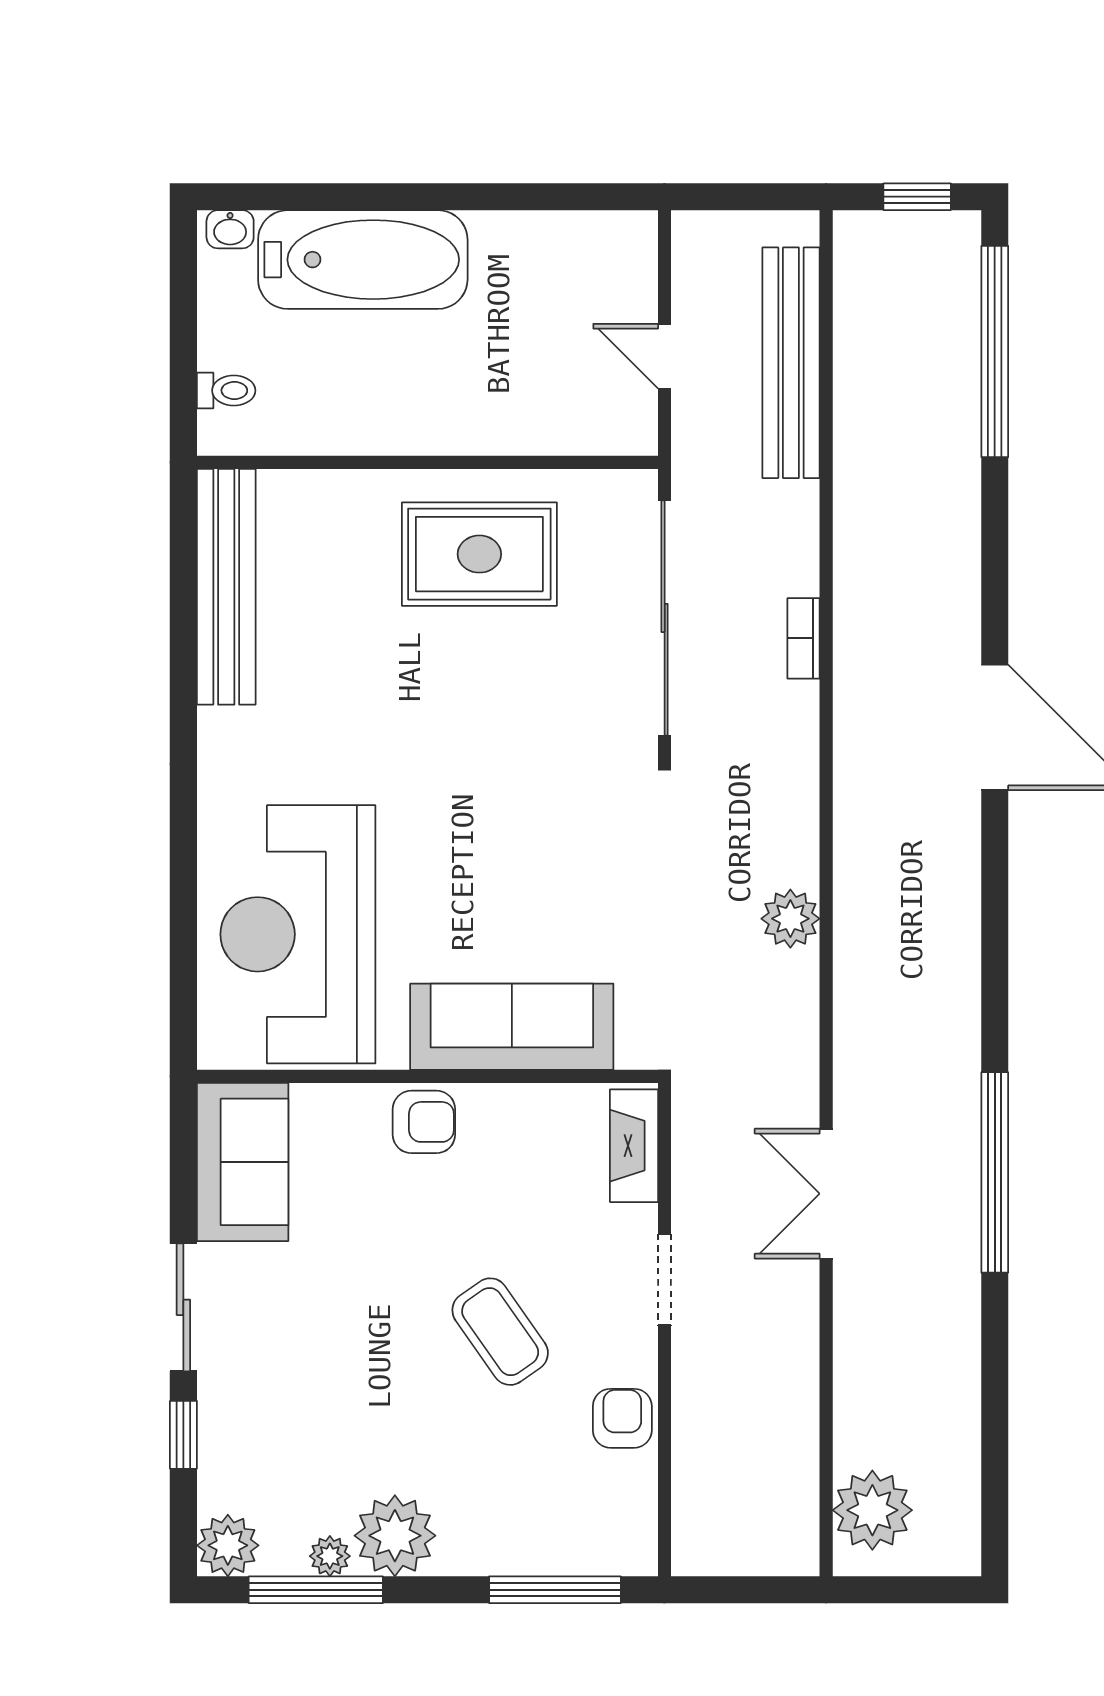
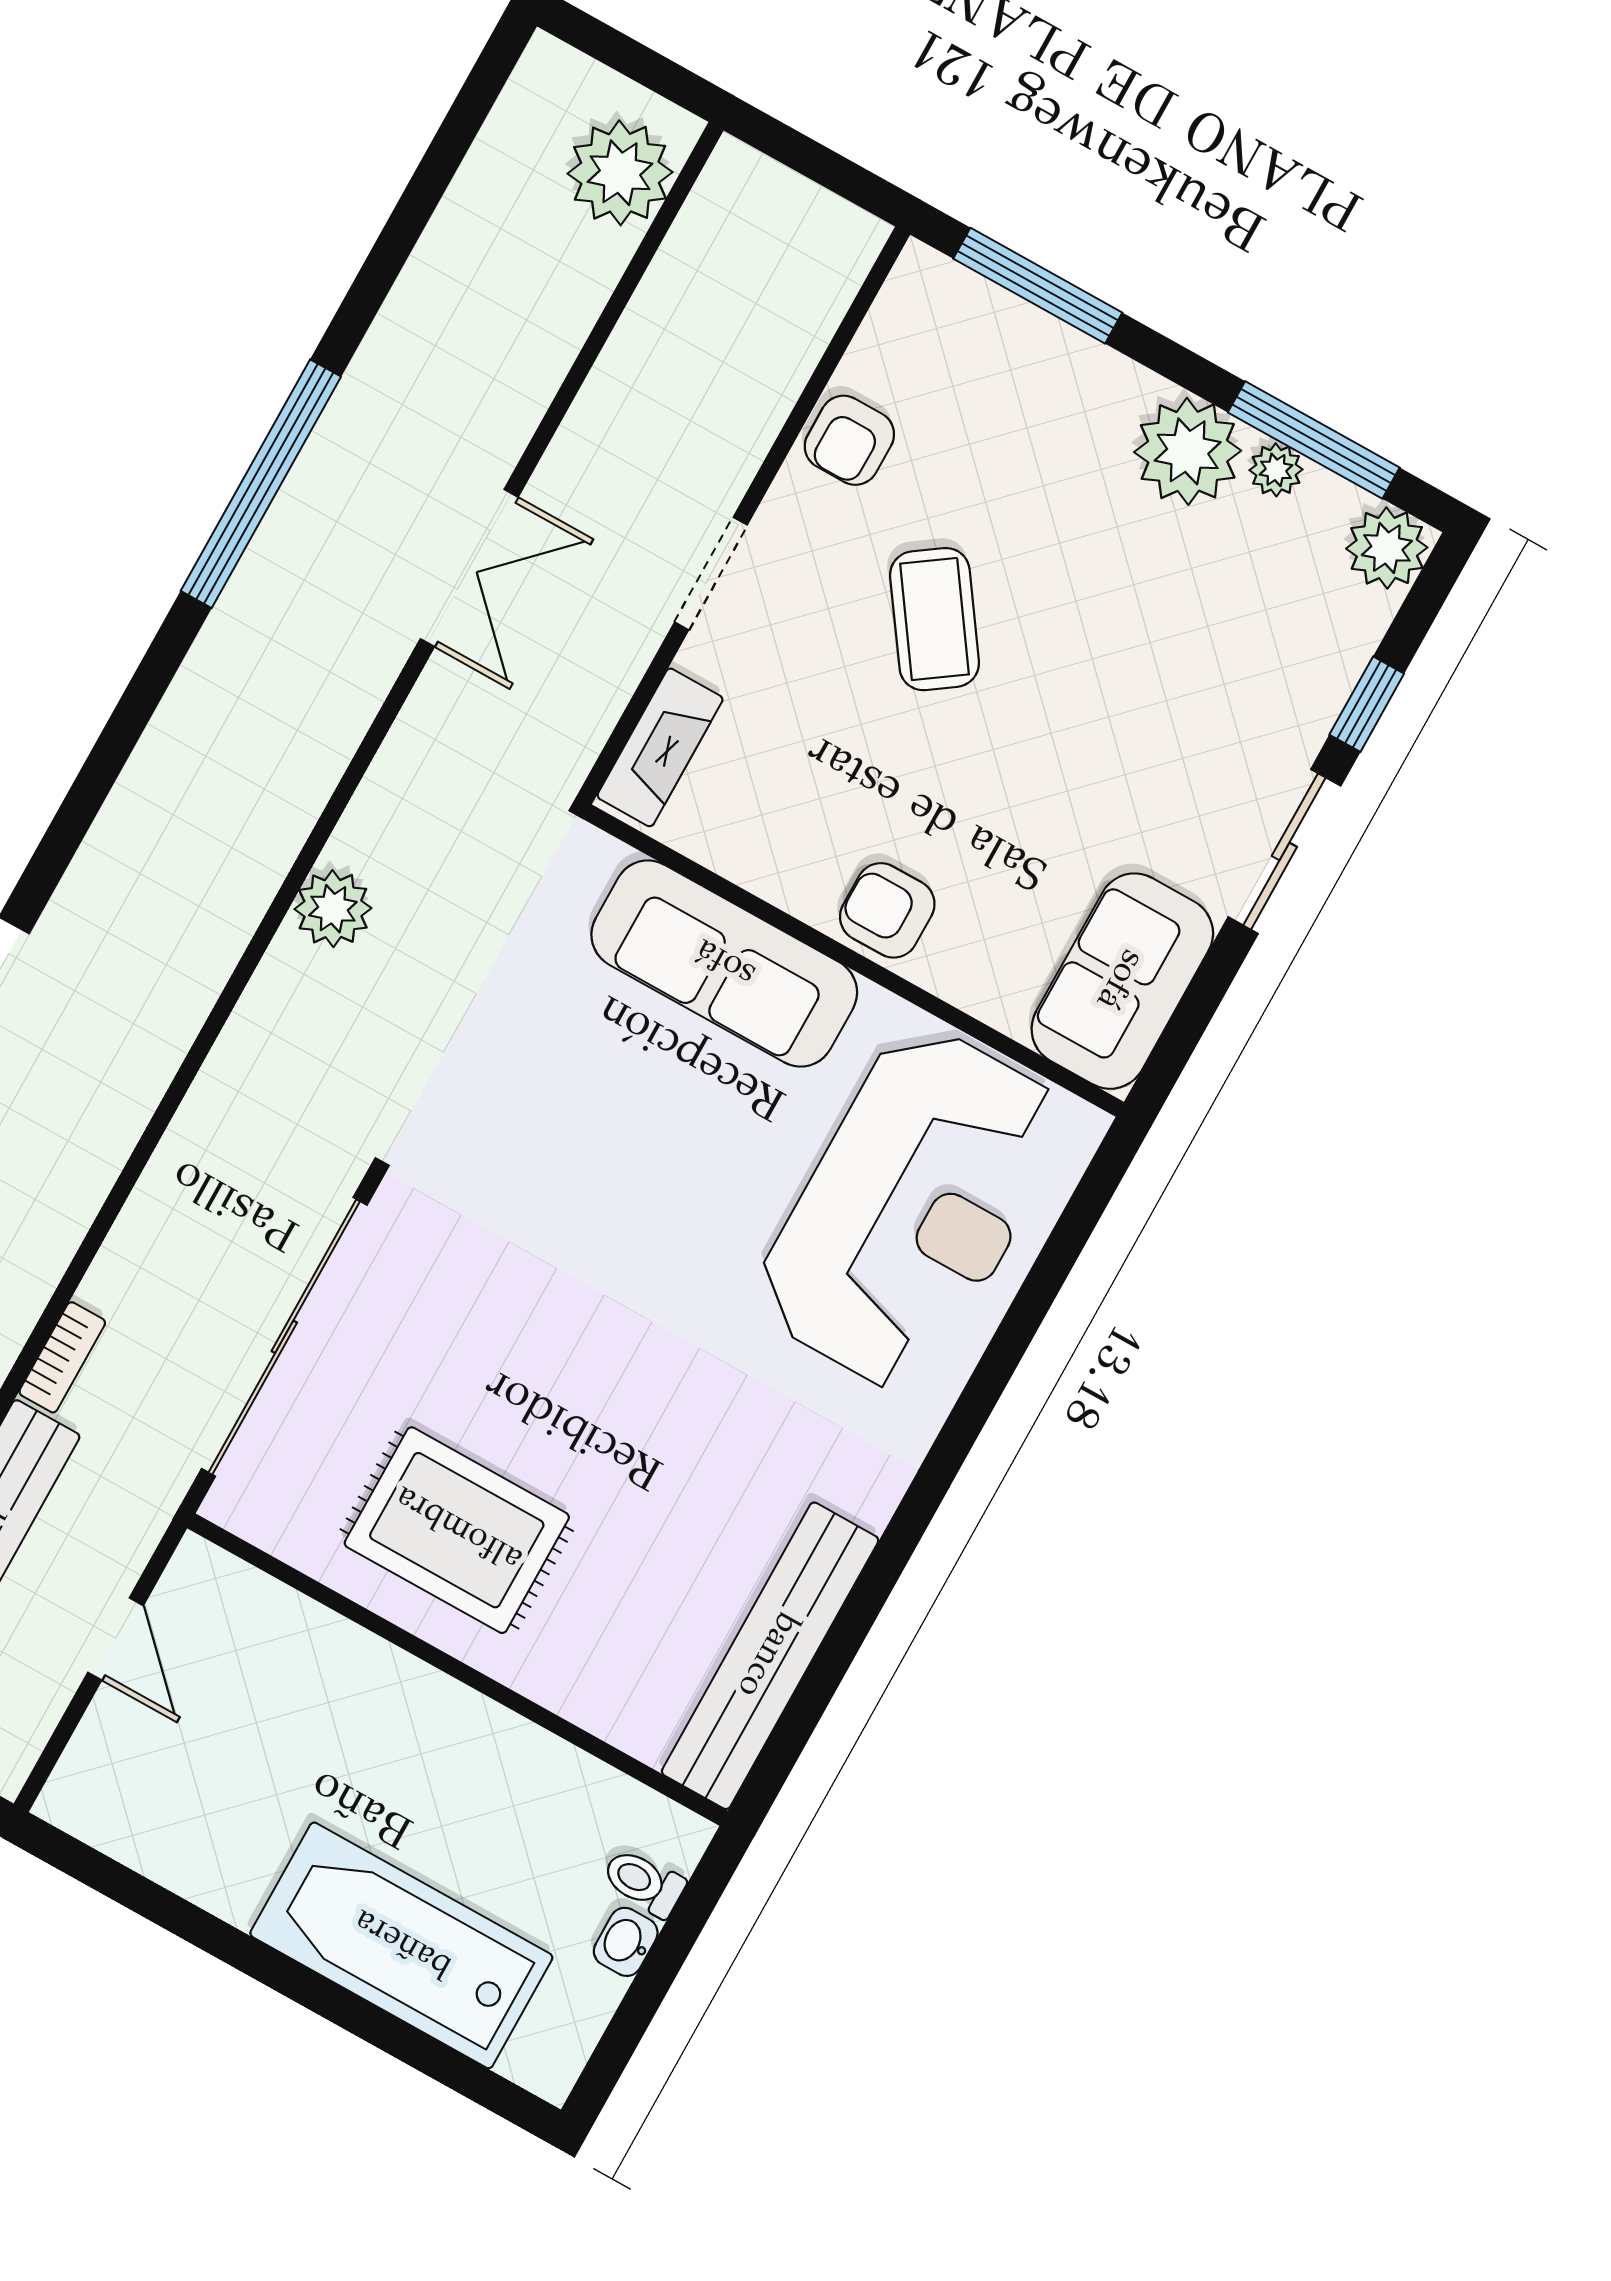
washbasin: (230, 229) -> (626, 1942), moved, turned -90
bookcase: (804, 638) -> (62, 1357), moved

